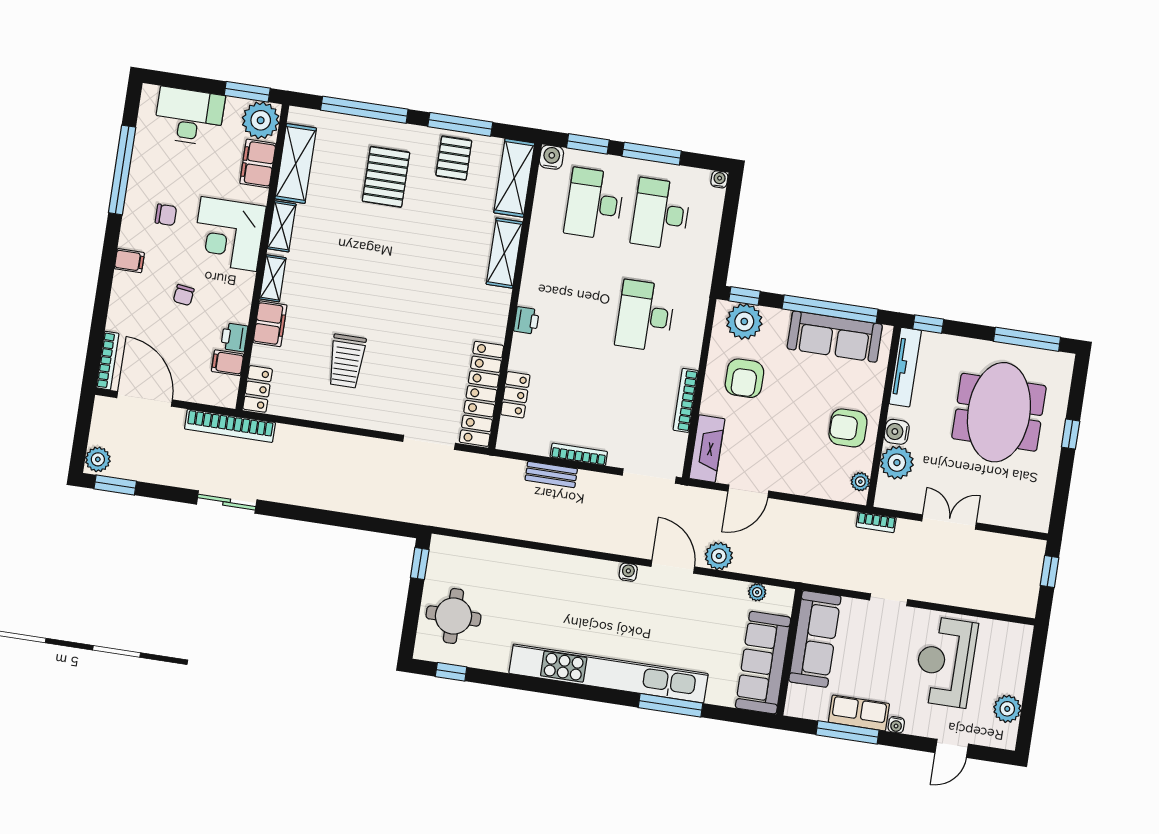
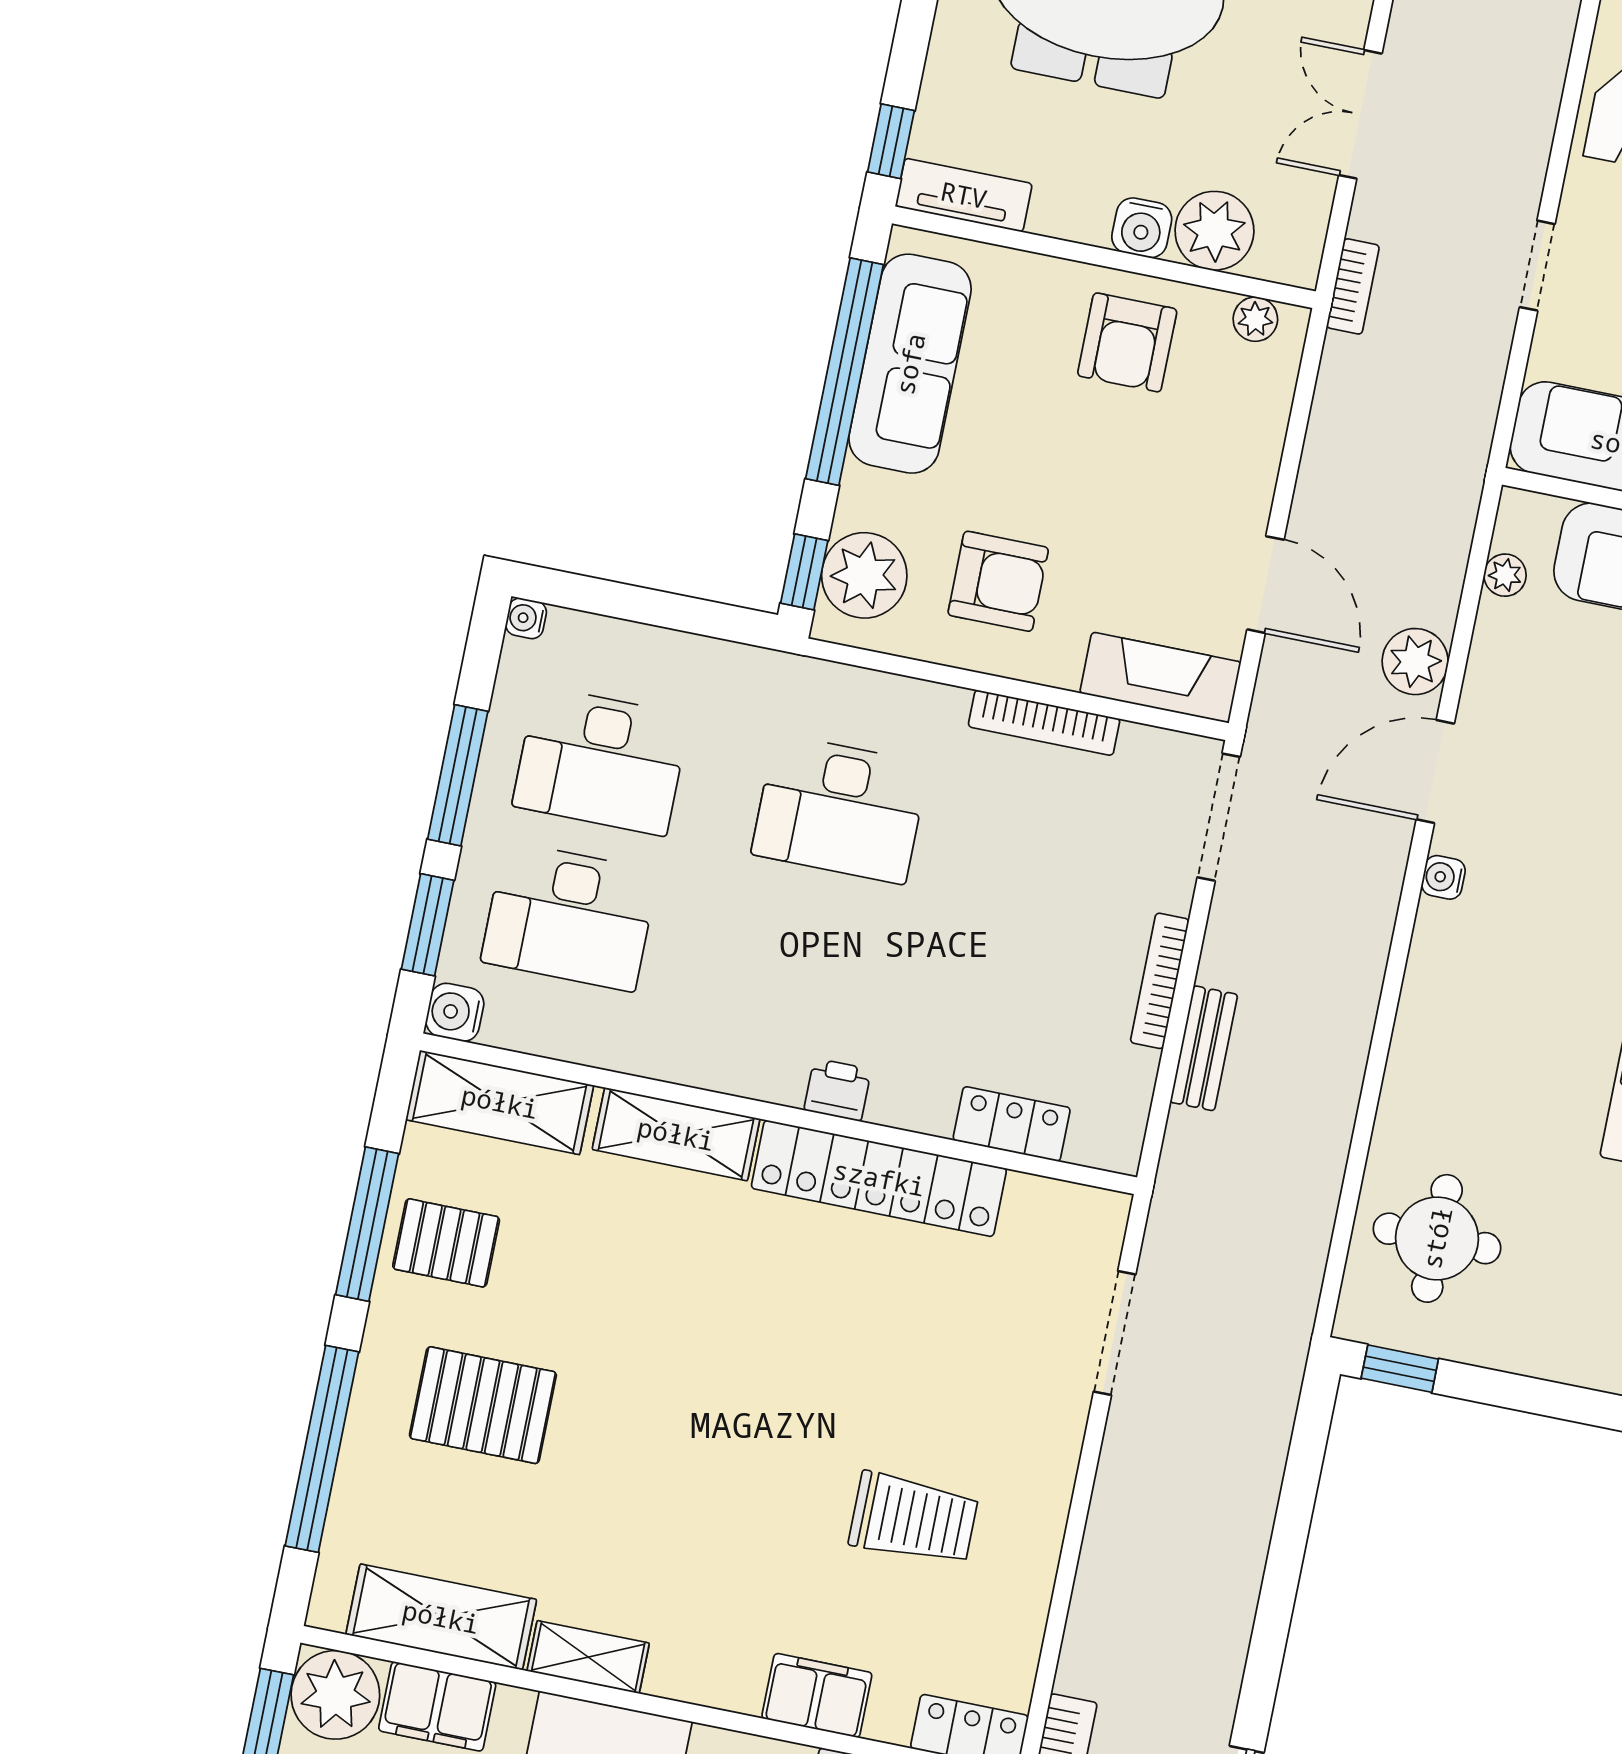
shelving: (273, 278) -> (710, 1684), removed
tv unit: (905, 367) -> (964, 195), width x0.71
locker: (481, 394) -> (879, 1178), moved
round table: (453, 616) -> (1437, 1238), moved

